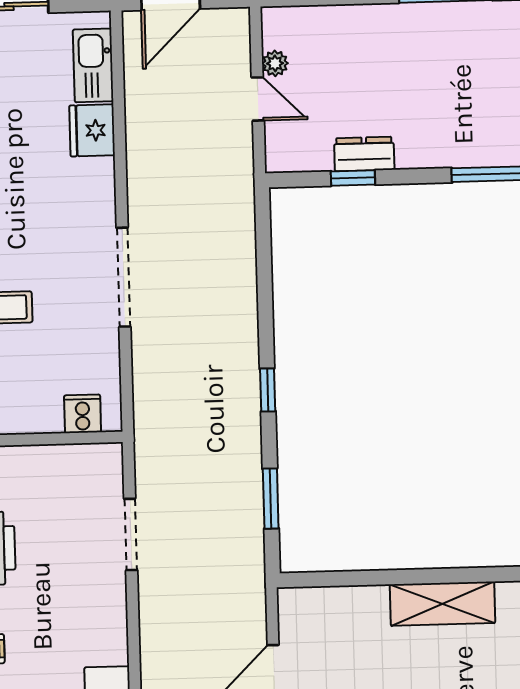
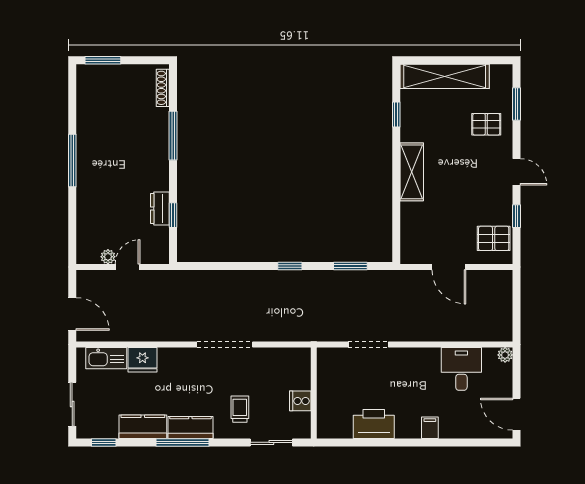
cooker: (83, 414) -> (300, 401), moved

